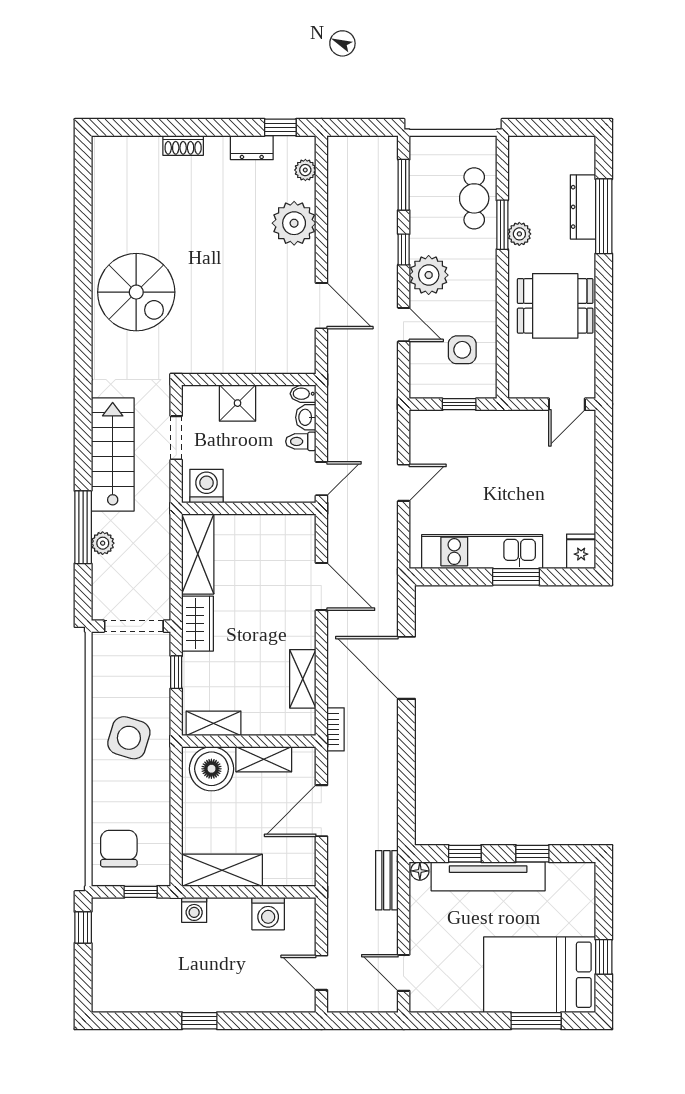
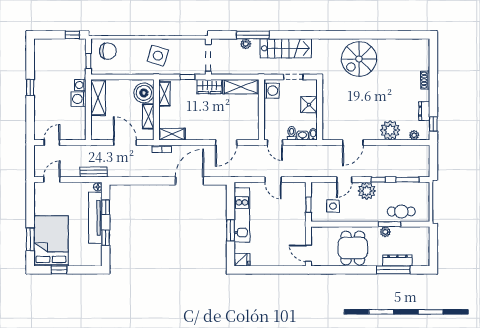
shelving: (303, 679) -> (172, 134), moved
washing machine: (268, 914) -> (79, 99), moved

